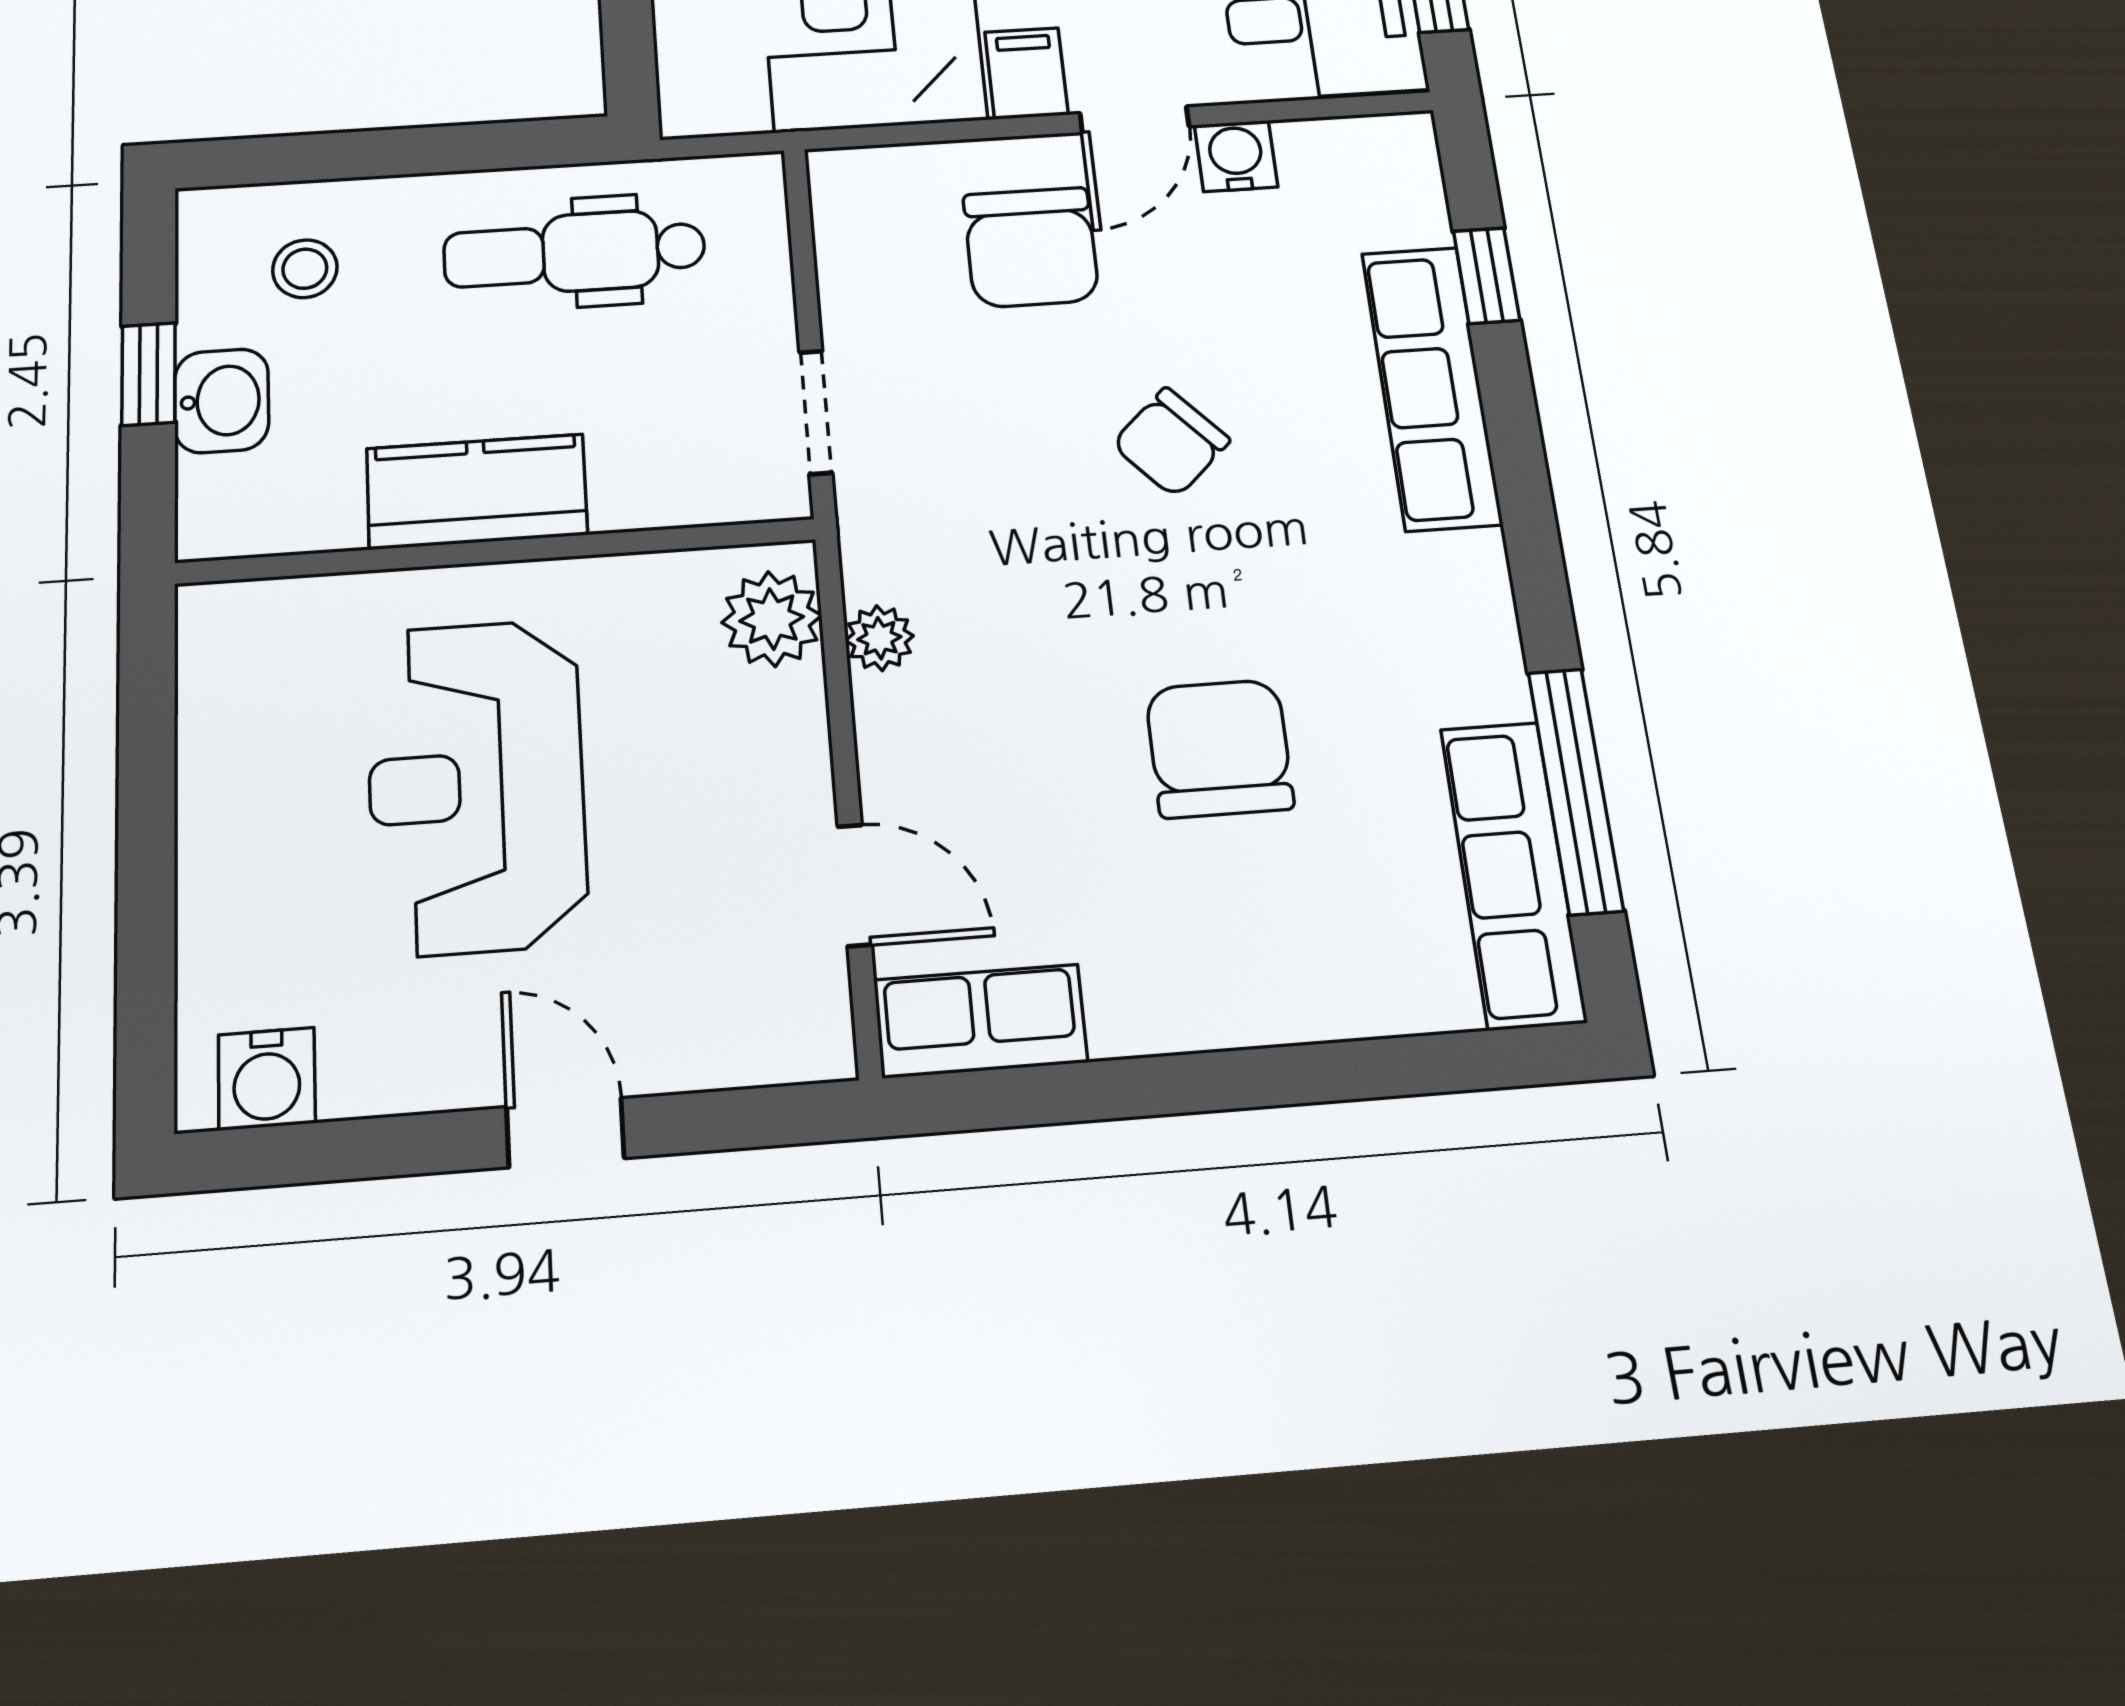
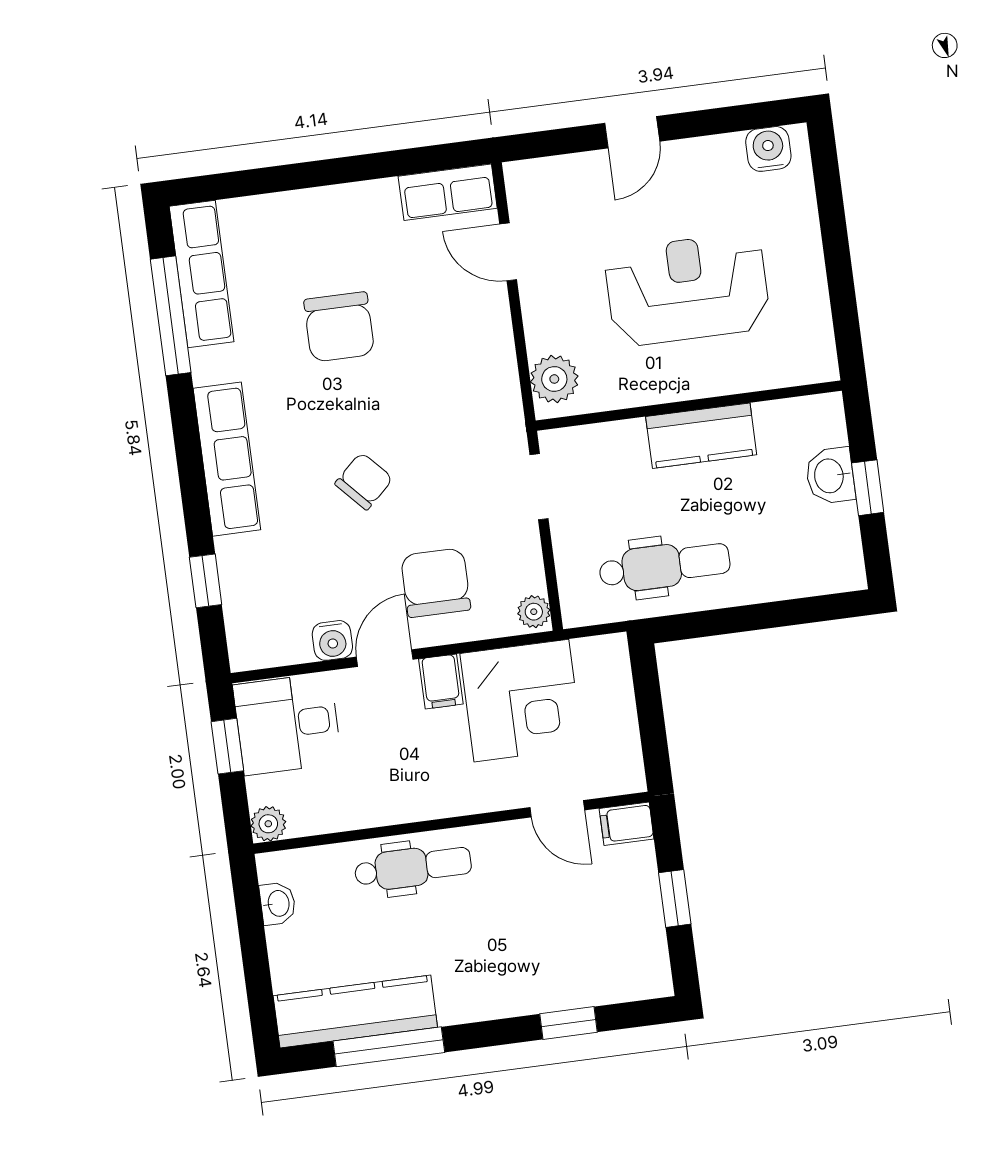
stool: (305, 269) -> (798, 549), removed
row of seats: (1431, 387) -> (227, 459), moved
plant: (879, 638) -> (534, 612), moved
reception desk: (476, 786) -> (687, 289), turned -90
door: (565, 1133) -> (632, 132), hinge flipped

